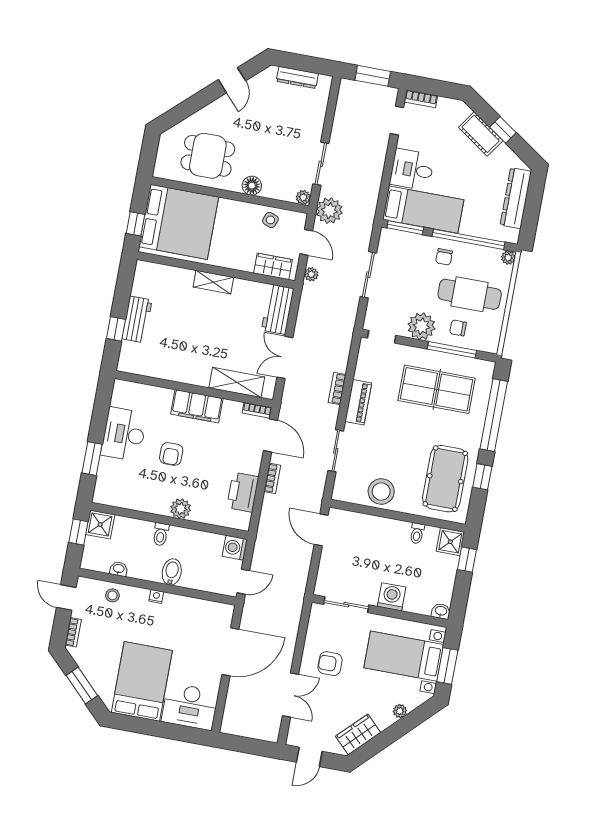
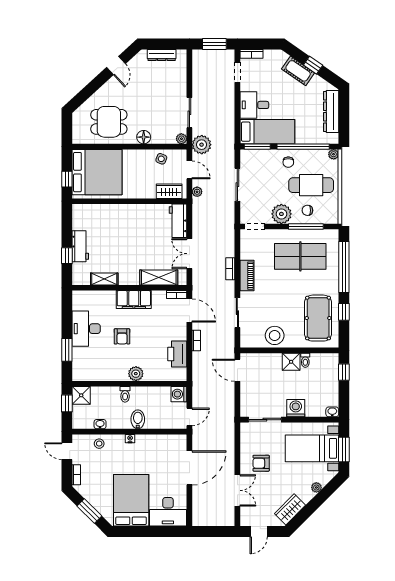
shelving: (213, 282) -> (104, 279), moved
shower: (450, 542) -> (291, 362), moved

